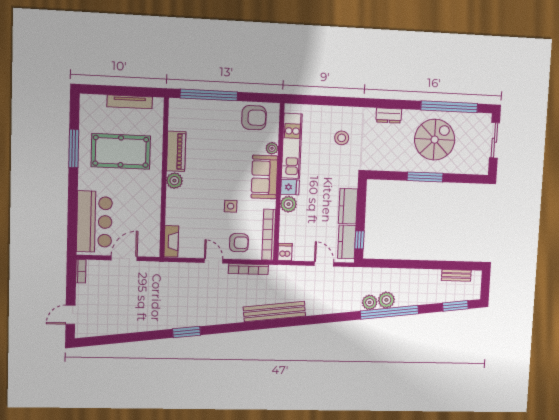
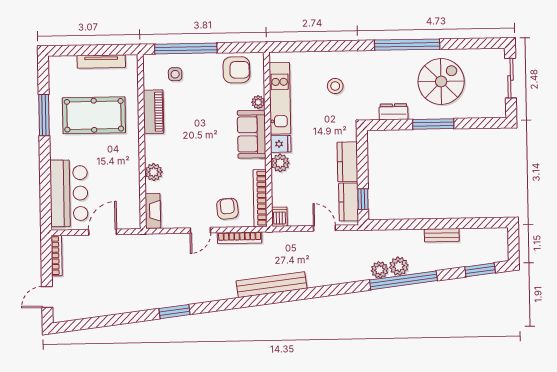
window: (449, 107) -> (407, 45), moved
dresser: (389, 116) -> (394, 112), moved, turned 180
plant: (174, 181) -> (154, 172), moved
side table: (231, 206) -> (175, 74), moved
armchair: (239, 243) -> (227, 209), turned -95
door: (214, 261) -> (200, 230), swing flipped
bookcase: (81, 271) -> (57, 256), width x1.56
bench: (456, 275) -> (442, 235), moved

